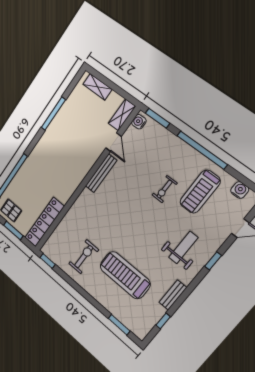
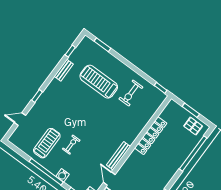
water cooler: (240, 190) -> (63, 175), moved
locker: (44, 222) -> (151, 136), moved
weight bench: (183, 247) -> (57, 104), removed
treadmill: (125, 275) -> (99, 82), turned 180

